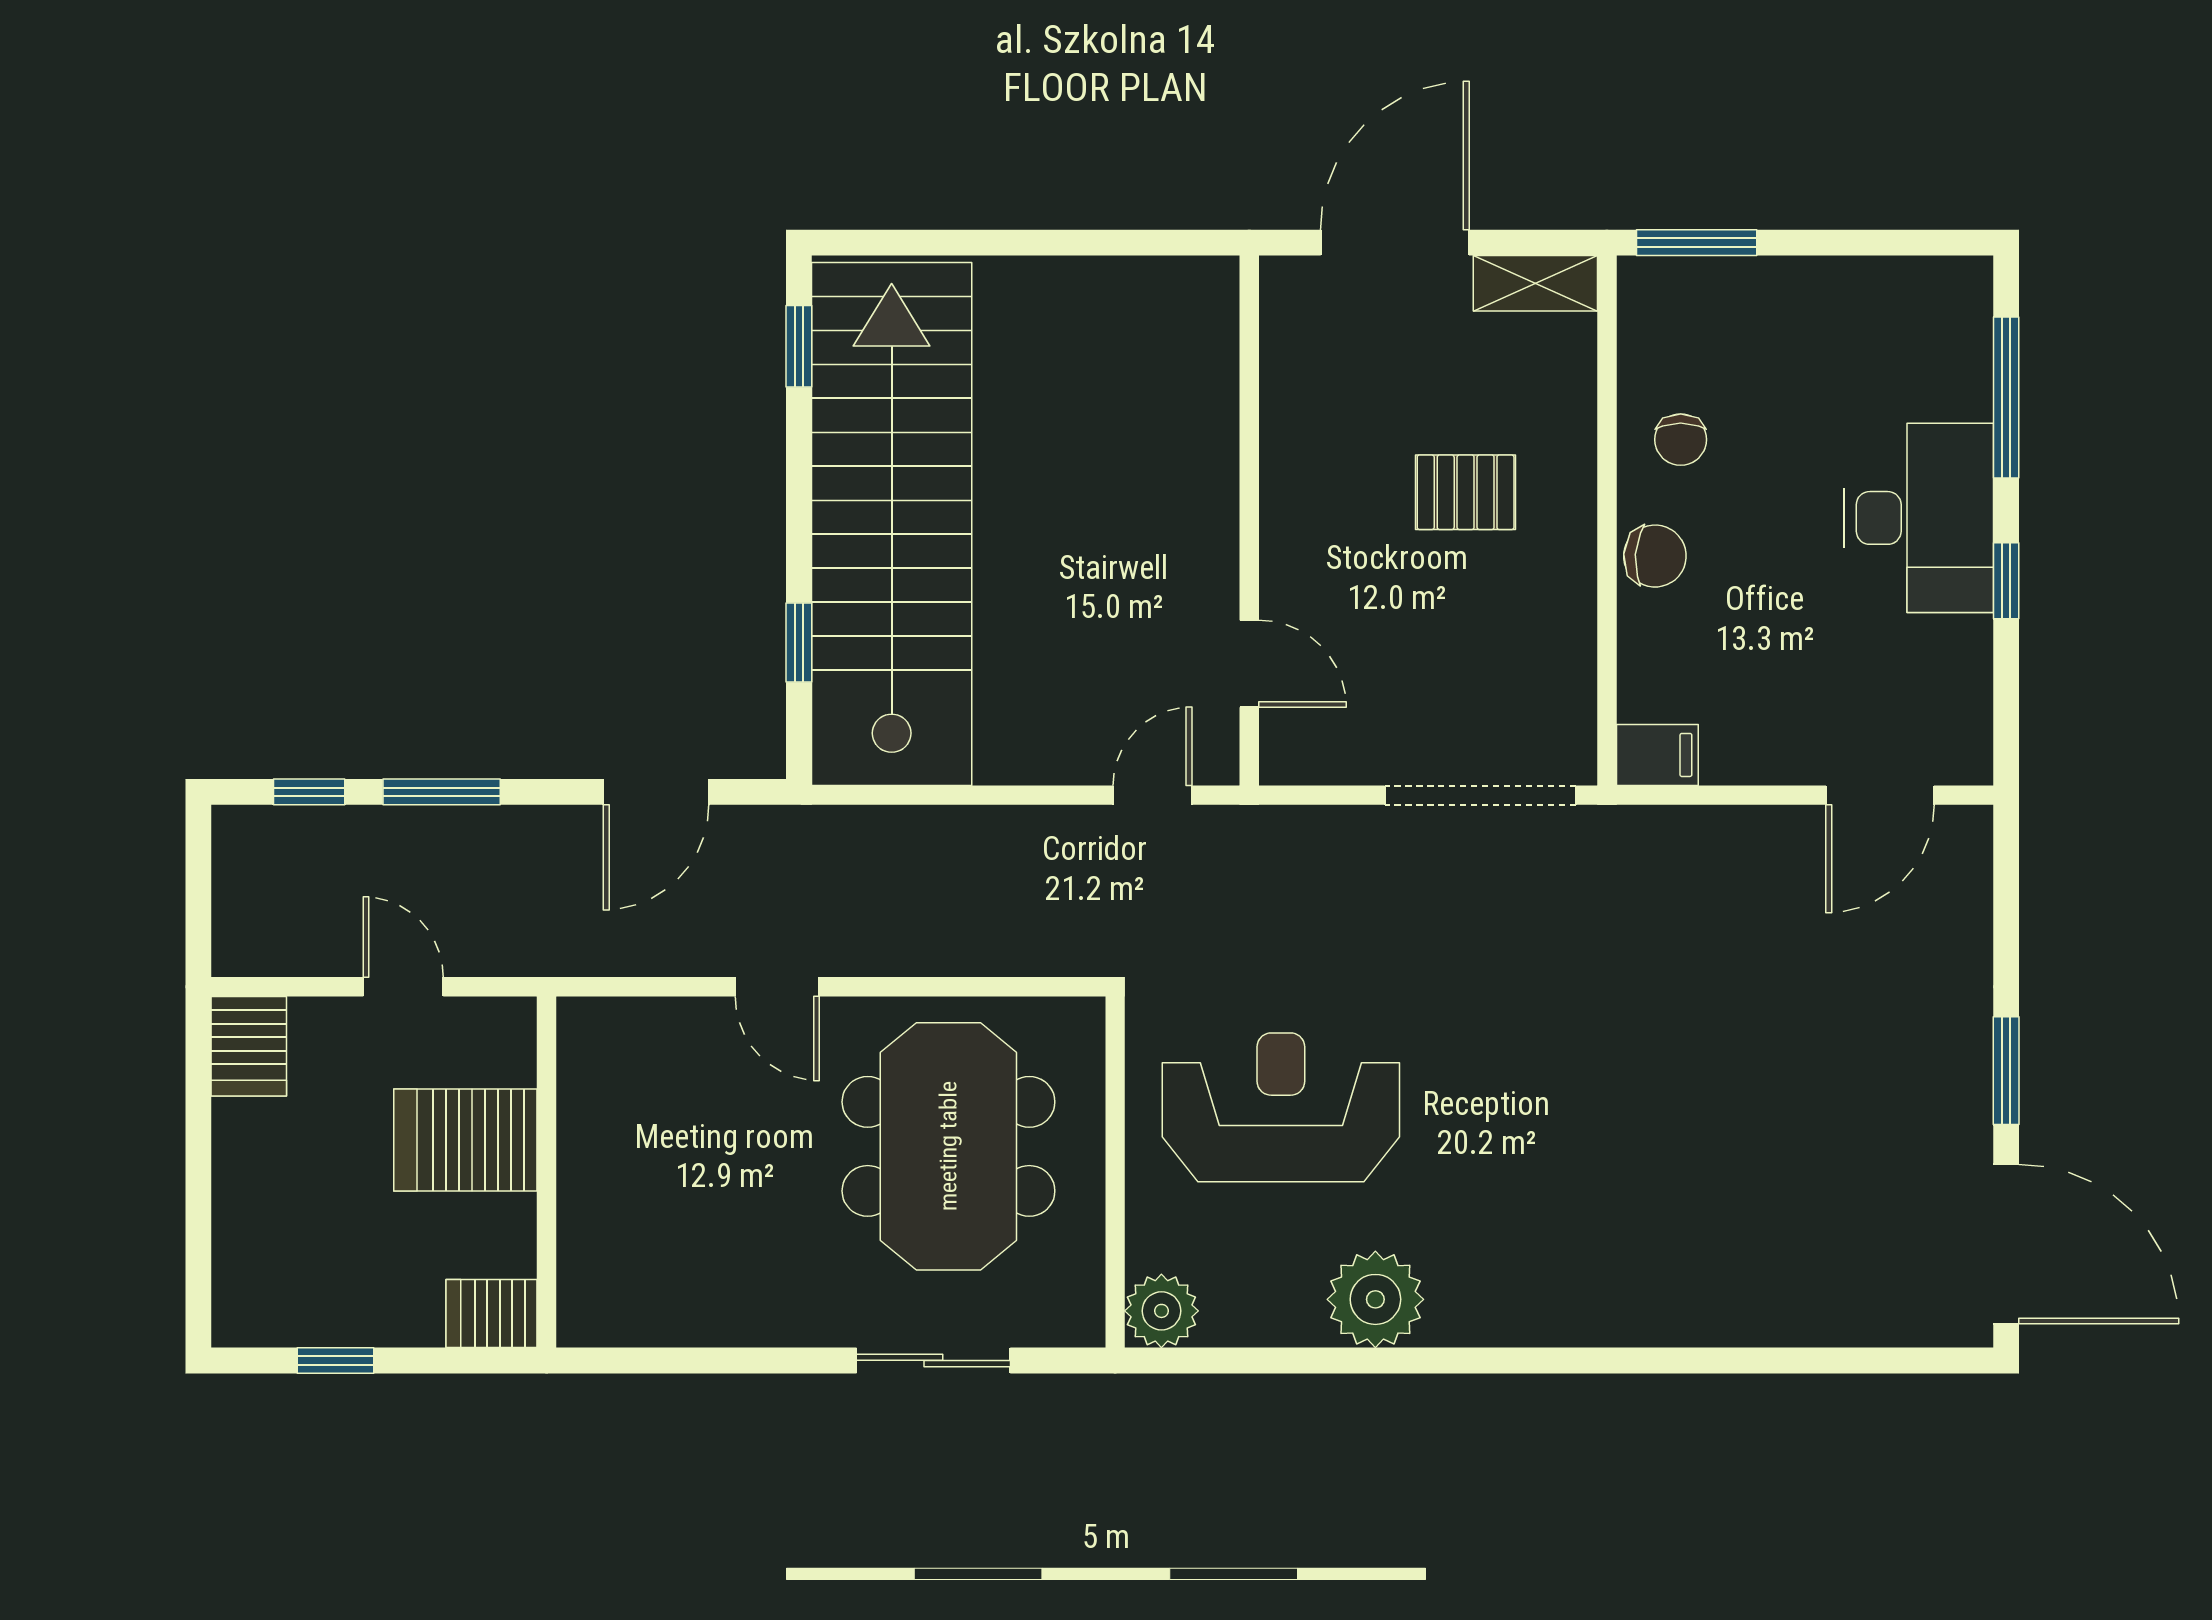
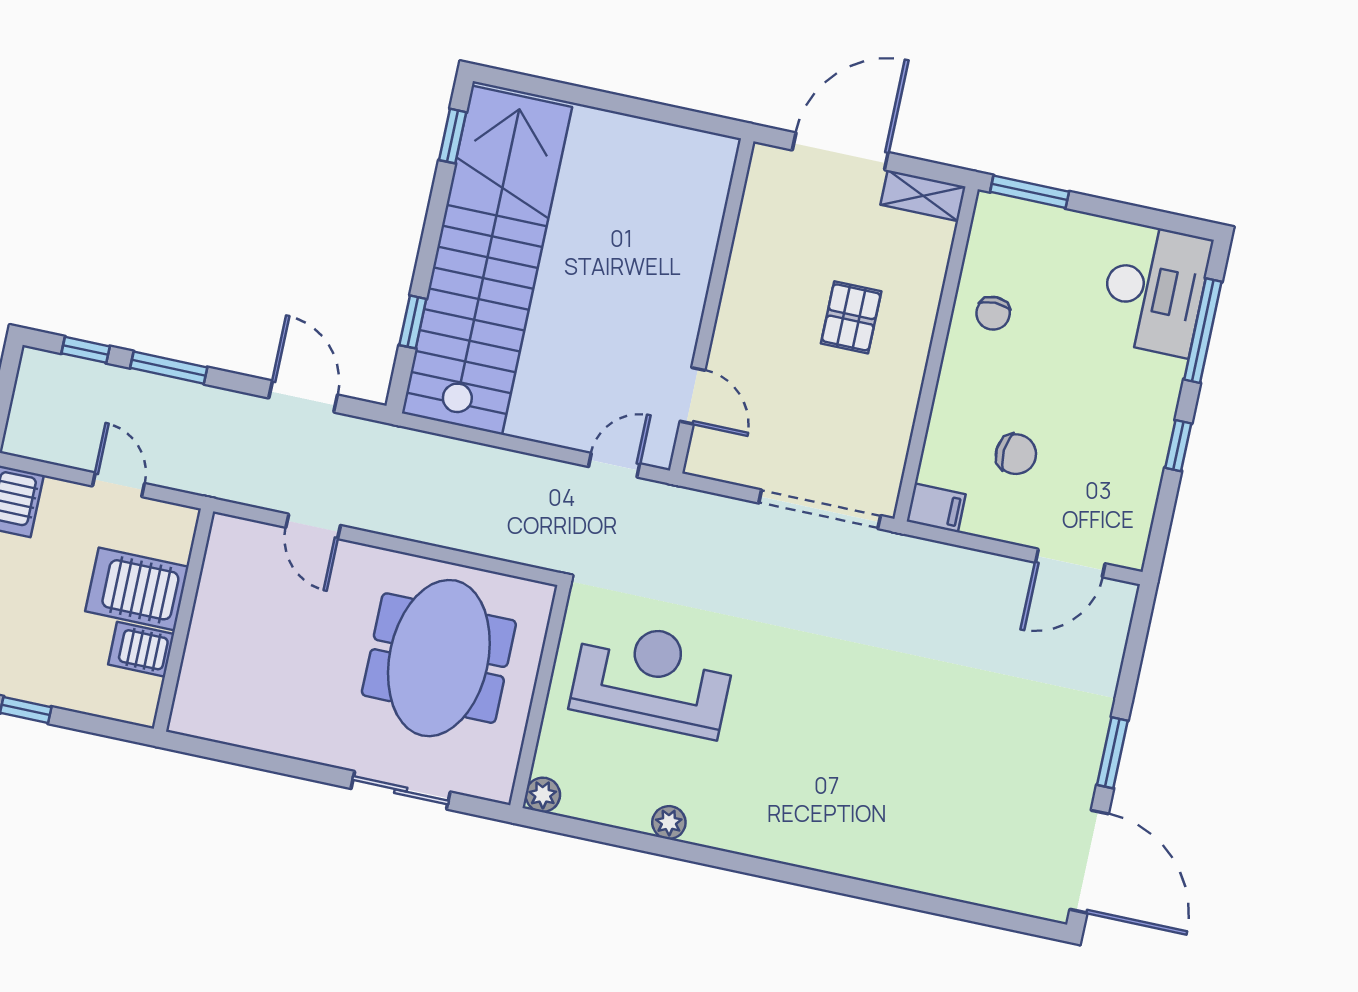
pallet: (1466, 492) -> (851, 317), turned 90
desk: (1919, 518) -> (1154, 290), moved
chair: (1655, 556) -> (1016, 454), moved
door: (656, 792) -> (303, 396), swing flipped
door: (777, 987) -> (313, 526), moved
plant: (1375, 1299) -> (669, 822), width x0.53, depth x0.53
plant: (1161, 1311) -> (543, 795), width x0.73, depth x0.73
server rack: (492, 1313) -> (141, 649), moved

